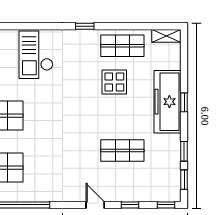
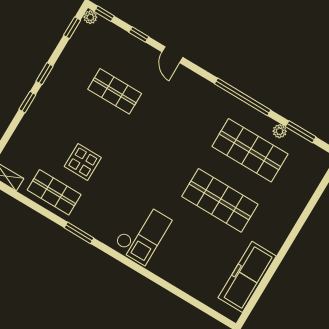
window: (85, 26) -> (79, 233), width x1.50
freezer: (168, 102) -> (43, 112), removed
window: (184, 151) -> (44, 74), moved
plant: (175, 196) -> (90, 17), added

